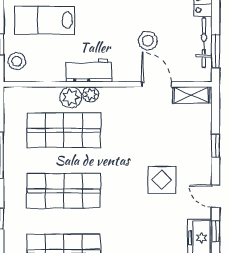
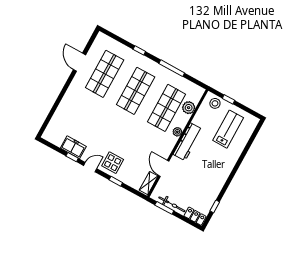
stool: (148, 41) -> (189, 176), removed
workbench: (89, 70) -> (188, 142), width x1.37
door: (157, 84) -> (164, 168), swing flipped
plant: (71, 97) -> (189, 108), moved
display table: (162, 180) -> (113, 163), moved

